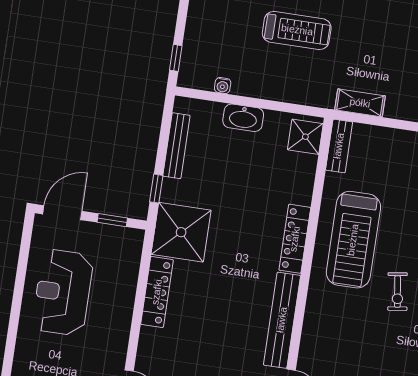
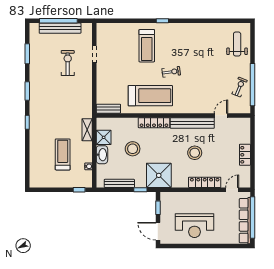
treadmill: (297, 30) -> (63, 154), moved
shelving: (360, 103) -> (87, 130), moved
shower: (305, 137) -> (104, 137), moved
stool: (246, 185) -> (133, 149), added
locker: (157, 292) -> (205, 182), moved
stool: (218, 316) -> (195, 153), added

